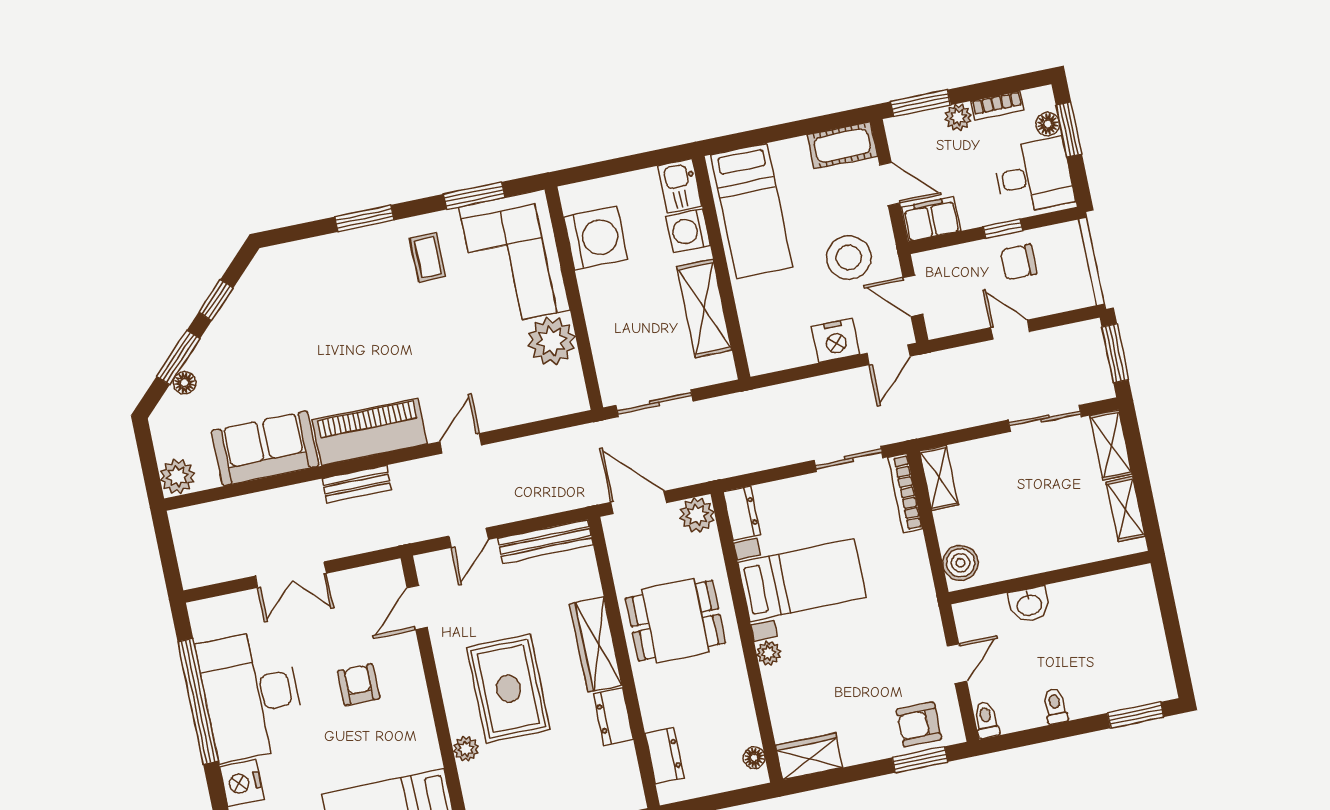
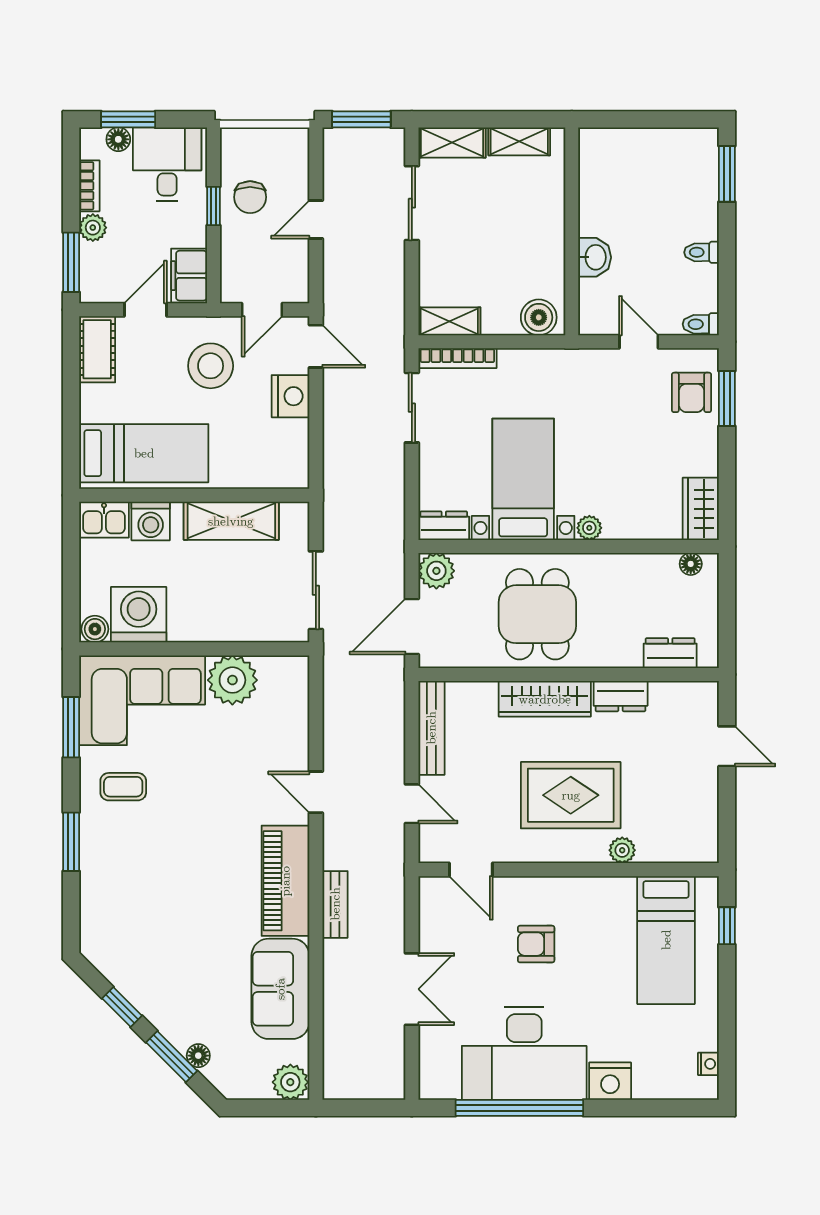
boiler: (573, 199) -> (95, 629), added

